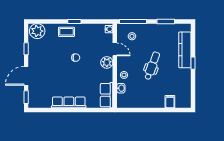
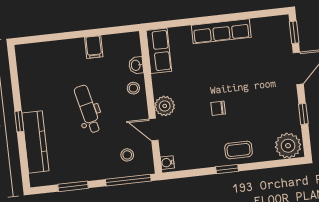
dental chair: (152, 66) -> (88, 109), turned 147
filing cabinet: (170, 102) -> (94, 47), moved

